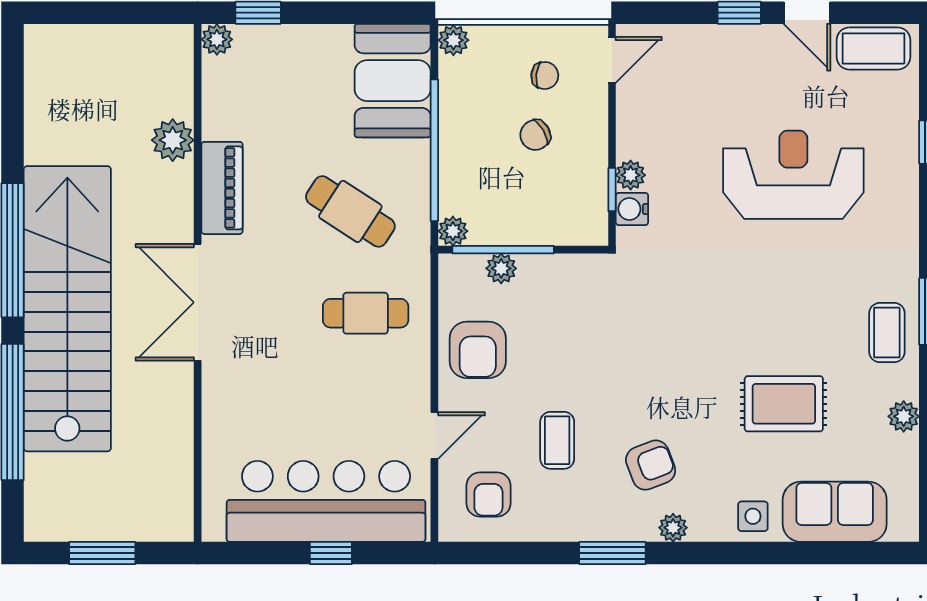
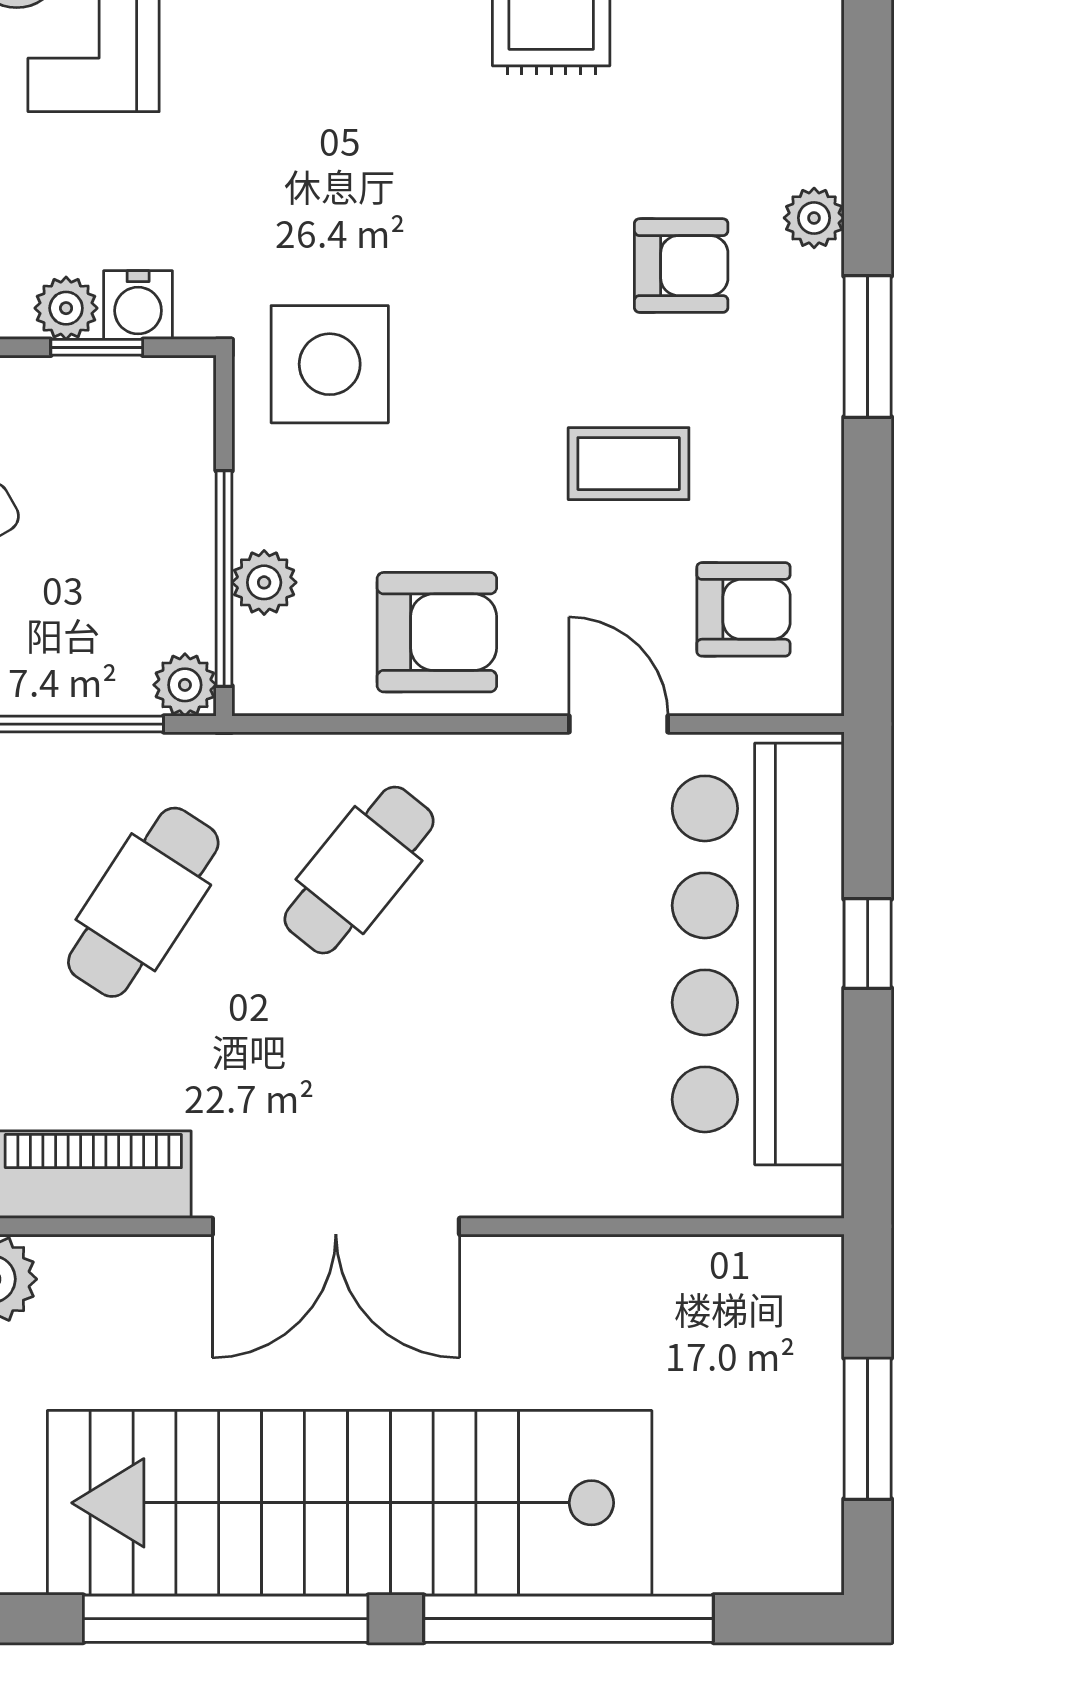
cafe table: (366, 313) -> (359, 870), turned 39
armchair: (651, 465) -> (681, 266), turned 111
side table: (753, 516) -> (330, 364), moved, width x1.87, depth x1.87

